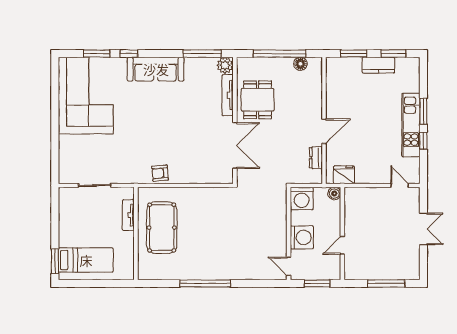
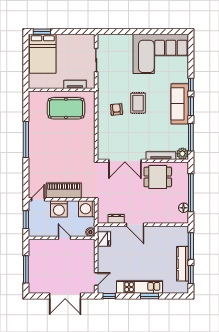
window: (97, 54) -> (191, 106), moved
window: (354, 54) -> (191, 246), width x1.44
kitchen counter: (378, 65) -> (182, 264), width x1.50
rug: (155, 127) -> (138, 103), added
window: (423, 141) -> (109, 296), moved
armchair: (160, 173) -> (116, 109), moved
double door: (423, 229) -> (65, 296), width x1.37
piano: (276, 231) -> (64, 191), added
door: (342, 245) -> (64, 238), moved
bed: (86, 260) -> (43, 54), width x1.50

